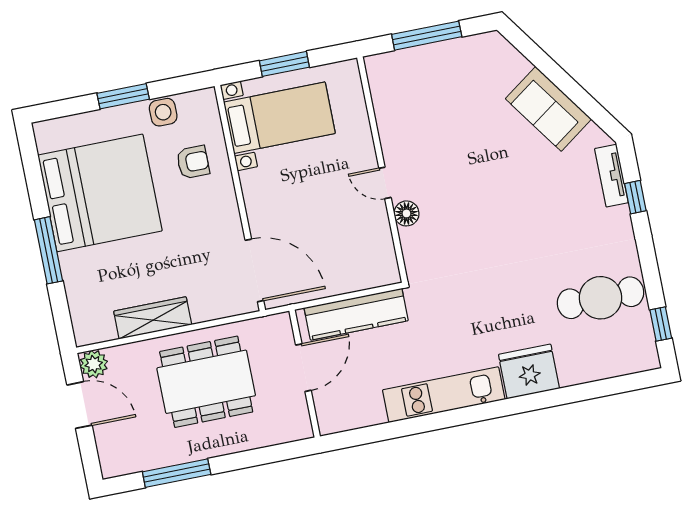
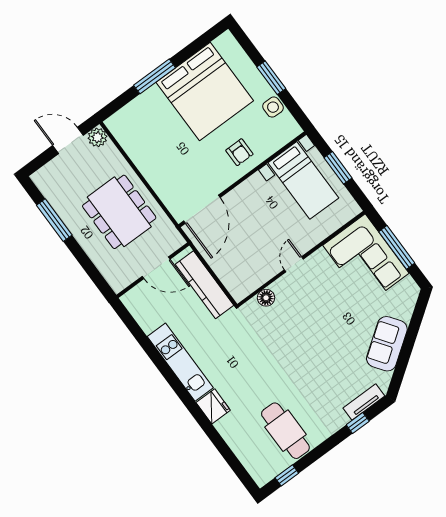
corner sofa: (423, 84) -> (366, 259), added
armchair: (193, 162) -> (239, 152), moved
floor lamp: (406, 213) -> (266, 298), moved
wardrobe: (153, 318) -> (143, 160), removed
fridge: (529, 371) -> (213, 406), width x0.73, depth x0.75
door: (79, 405) -> (68, 140), swing flipped

